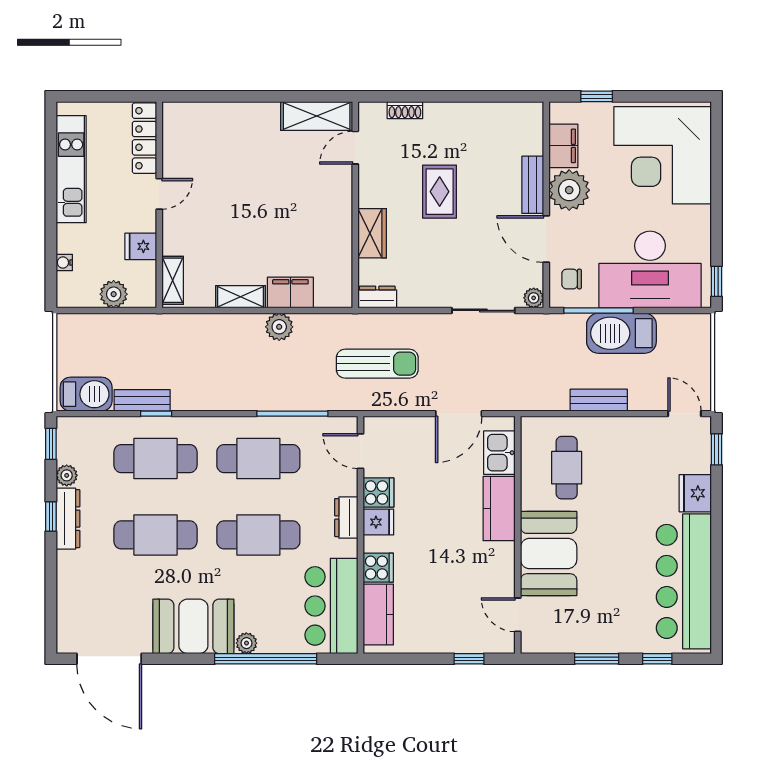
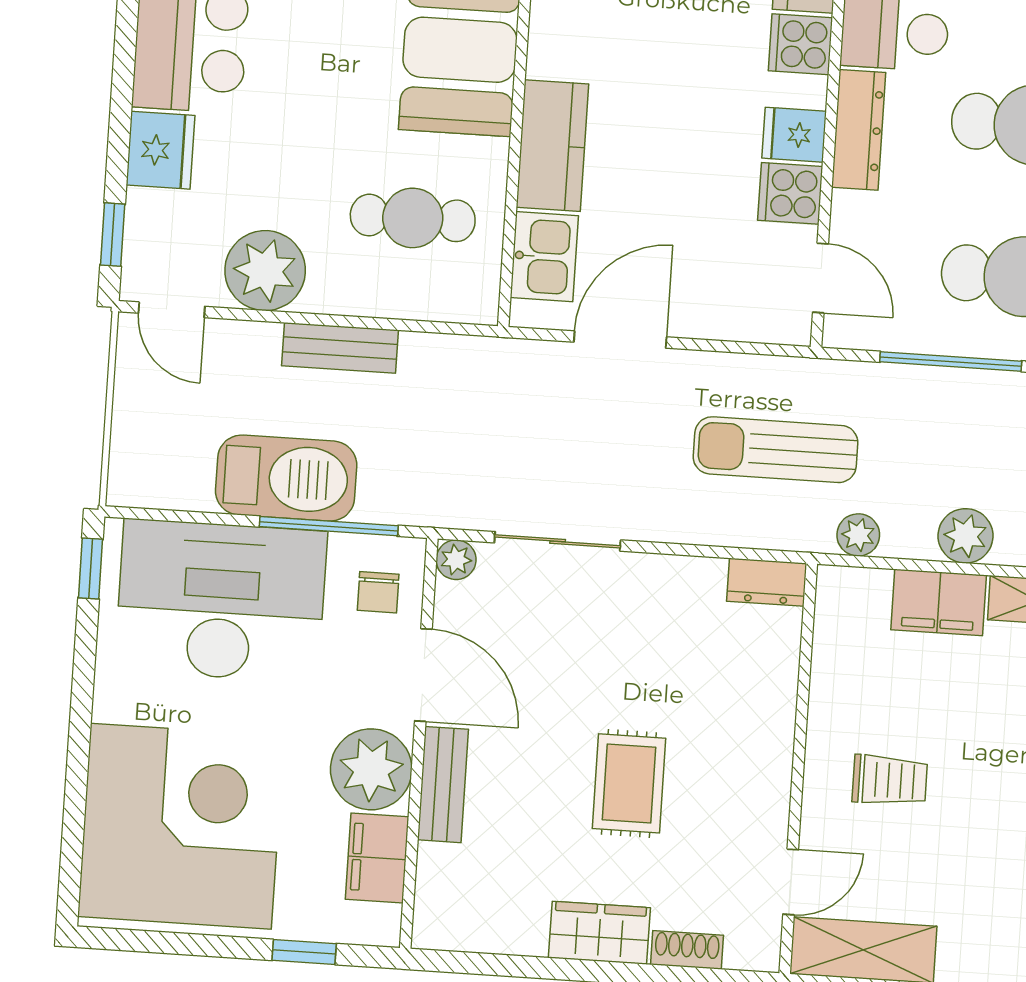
trolley: (309, 202) -> (890, 780), added
wardrobe: (372, 233) -> (599, 933), moved, turned 90
chair: (572, 279) -> (378, 592), turned 90
plant: (333, 324) -> (858, 535), added
plant: (639, 436) -> (265, 271), added
cafe table: (567, 468) -> (413, 218), turned 90
dresser: (346, 518) -> (859, 130), width x1.44

